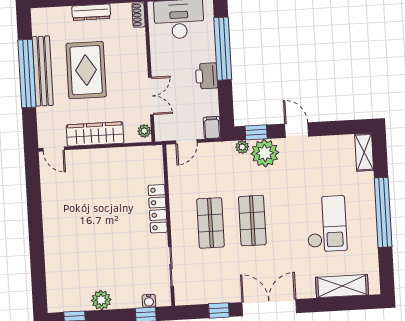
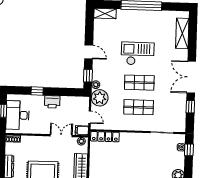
window: (223, 49) -> (37, 91), width x0.32
filing cabinet: (212, 128) -> (82, 130), moved
door: (297, 130) -> (89, 52), swing flipped
plant: (265, 153) -> (100, 98), moved
locker: (158, 209) -> (105, 137), moved
checkout: (326, 224) -> (138, 54), moved

